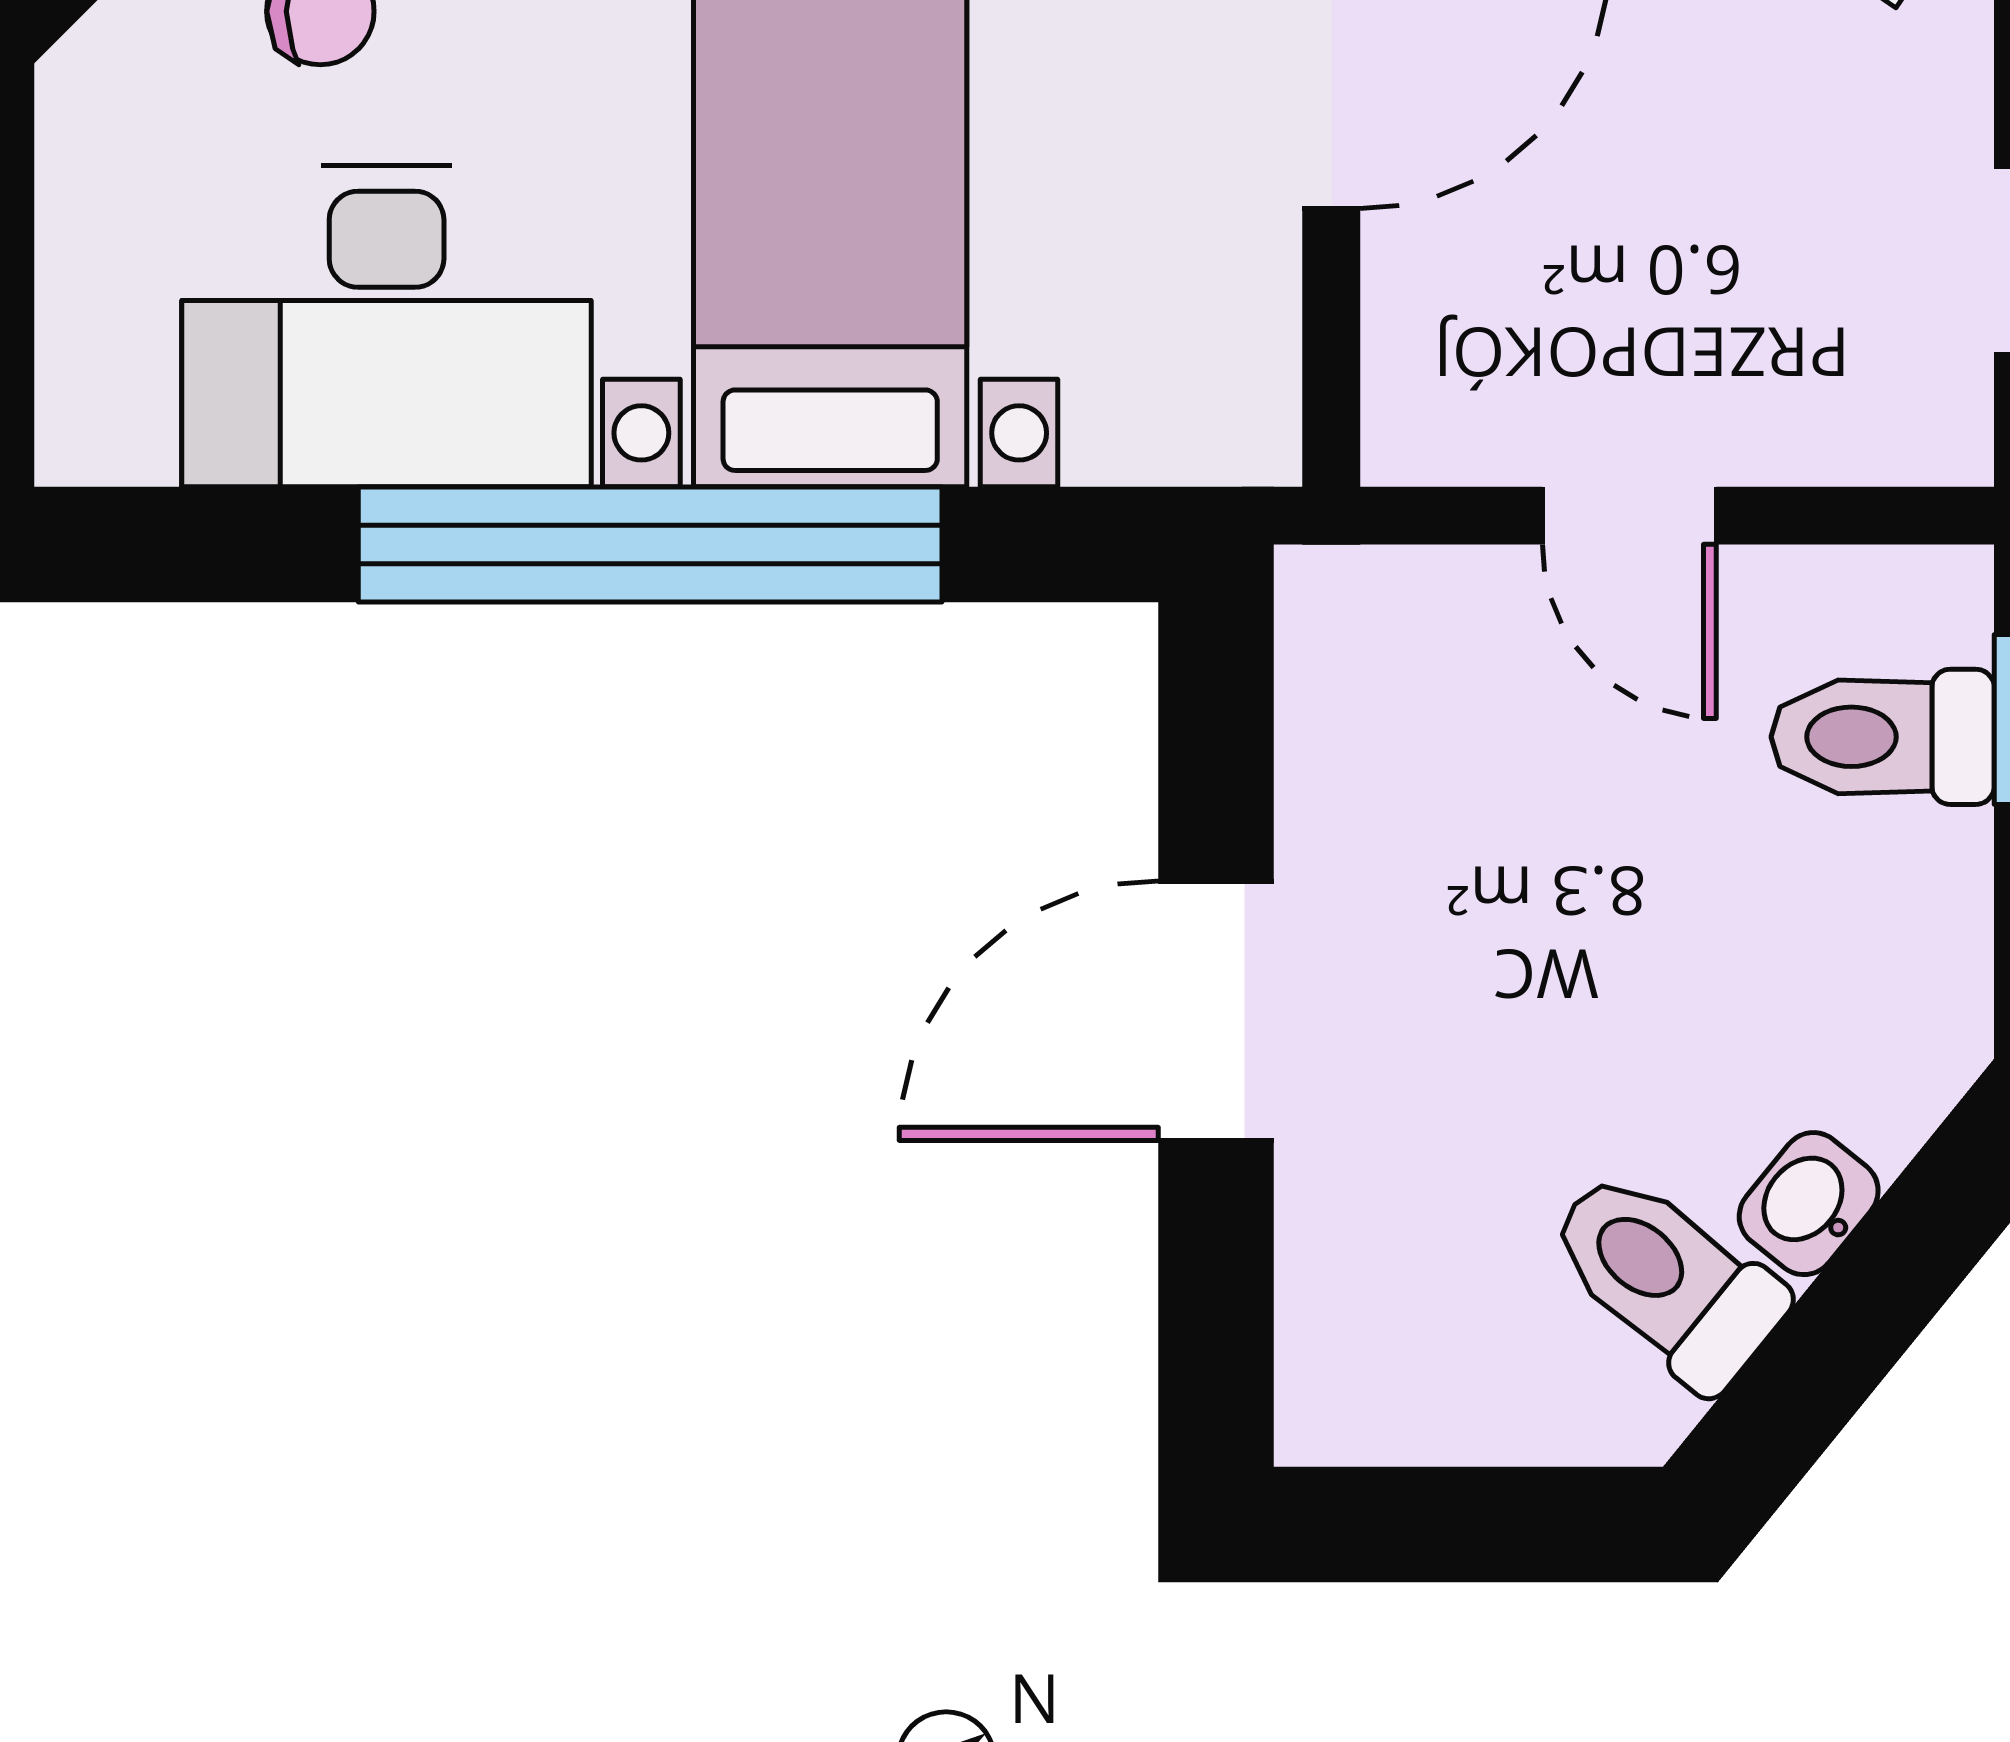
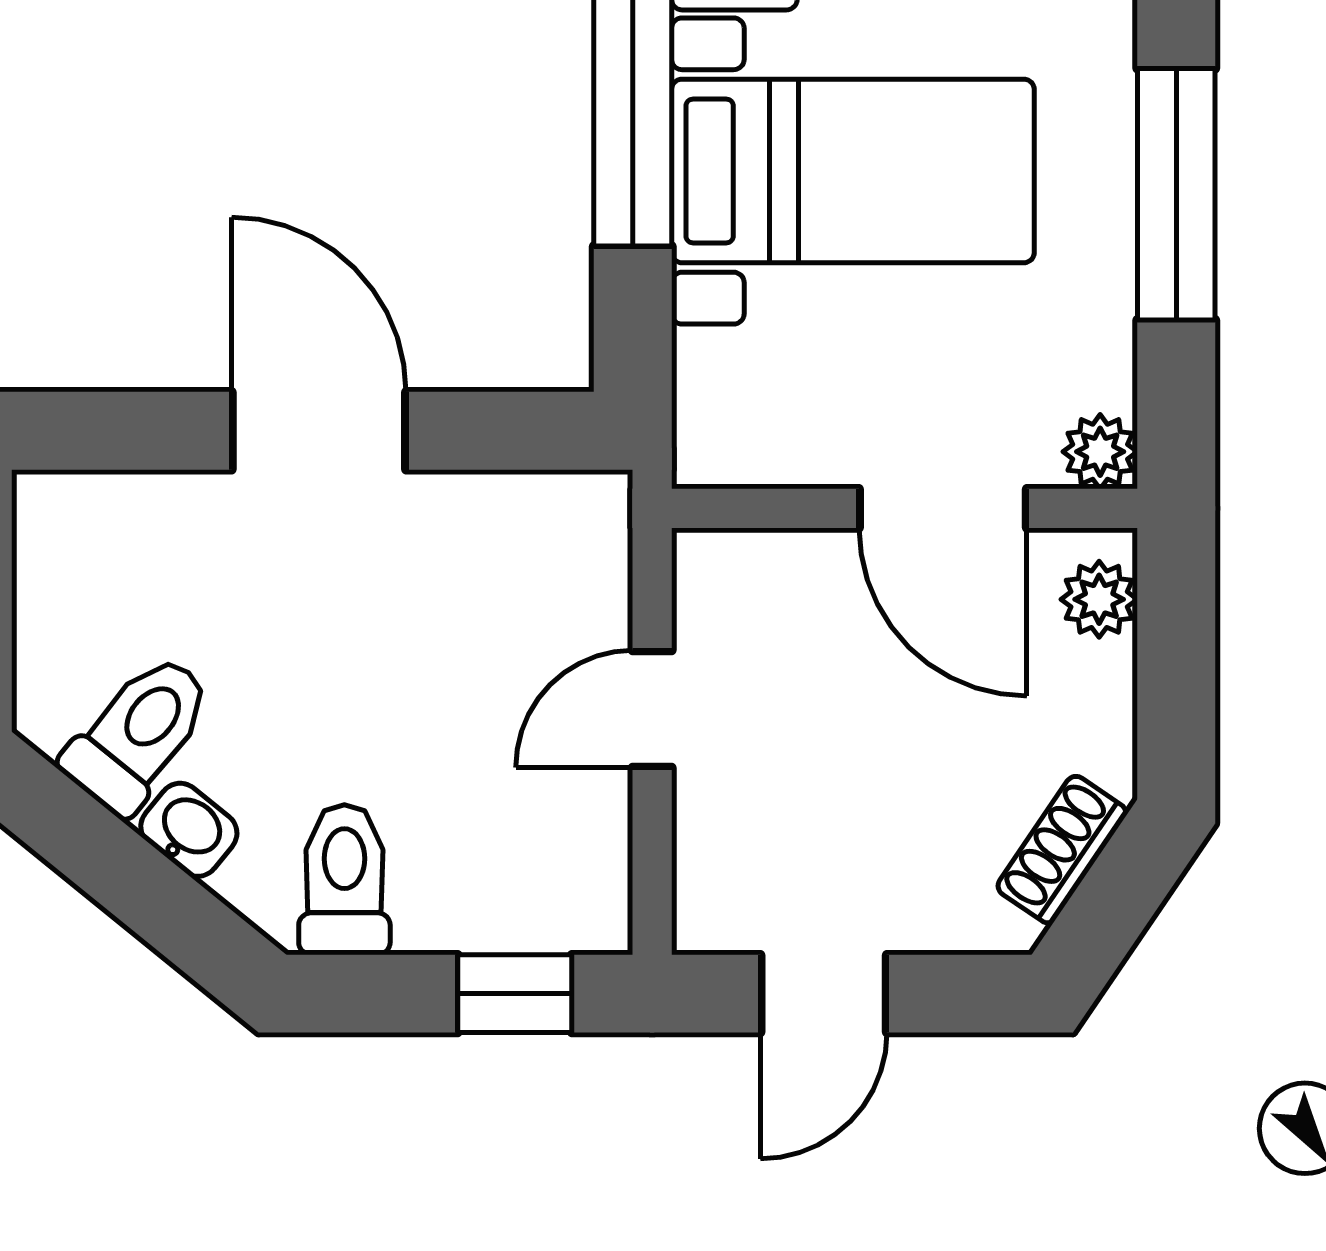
toilet: (1883, 737) -> (344, 880), moved

